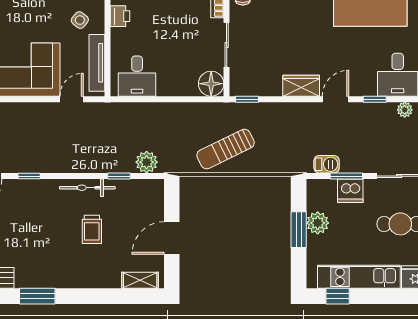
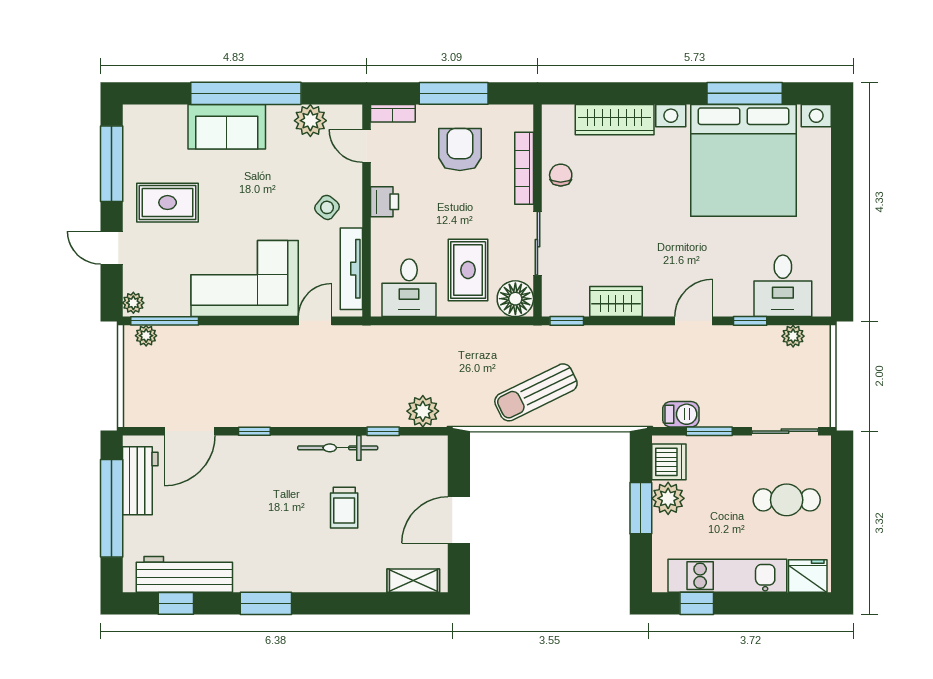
rug: (178, 64) -> (468, 270), added
wardrobe: (301, 86) -> (616, 302), moved
dishwasher: (350, 191) -> (669, 462), moved, turned -90

